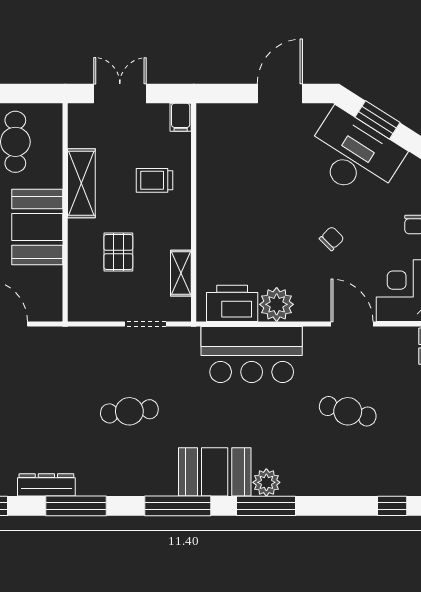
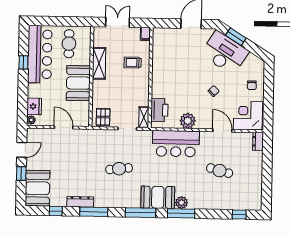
pallet: (118, 252) -> (103, 117), moved
shelving: (181, 273) -> (144, 117), moved
printer: (232, 303) -> (159, 110), moved, turned 90

